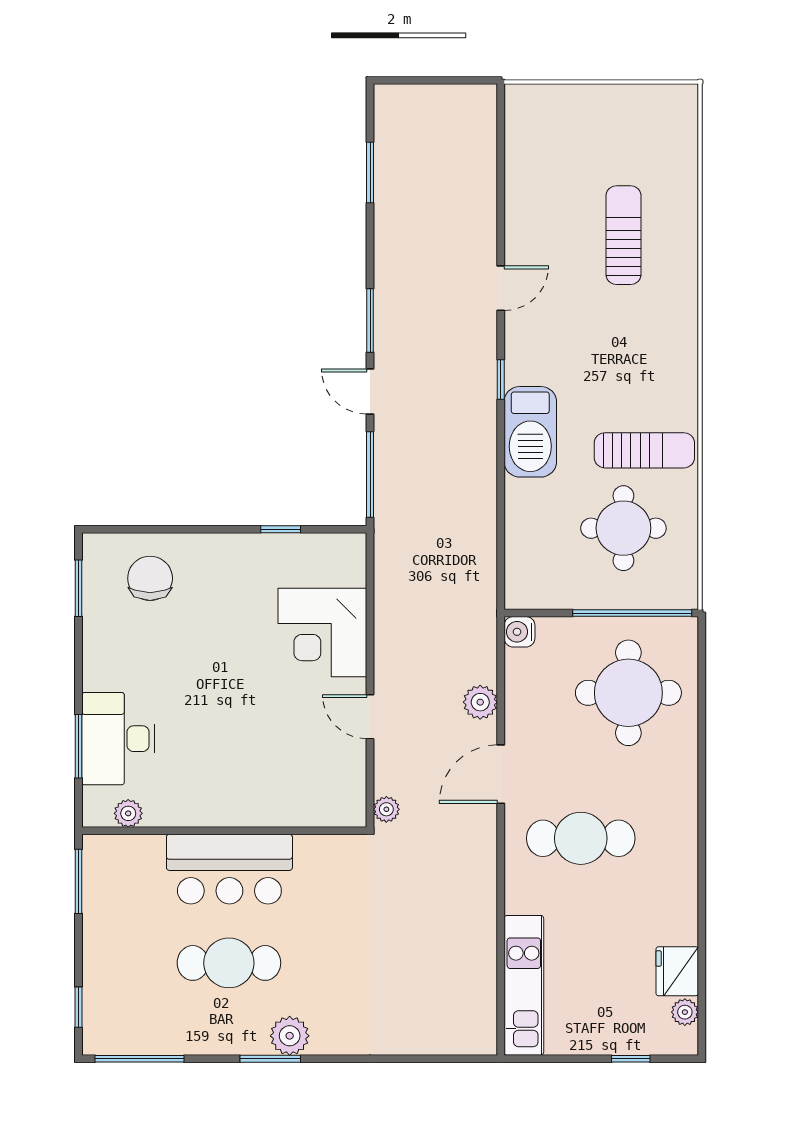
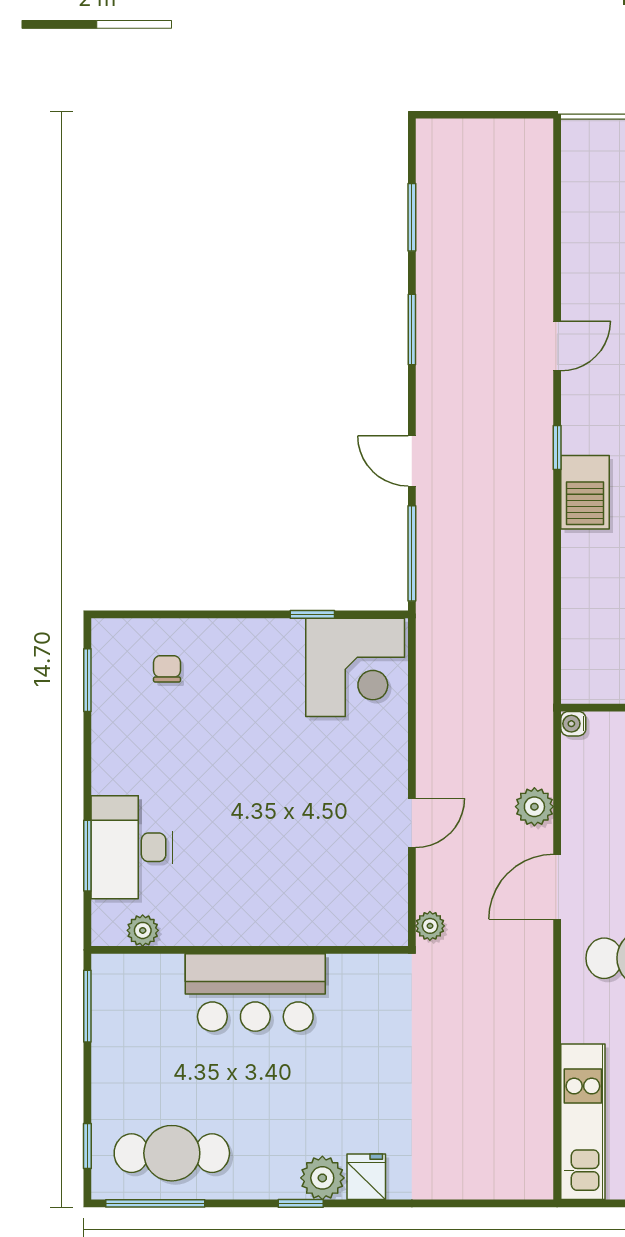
window: (370, 321) -> (412, 329), moved
barbecue: (530, 432) -> (585, 492), width x0.73, depth x0.83
chair: (150, 578) -> (167, 669), width x0.54, depth x0.54
corner desk: (322, 632) -> (355, 667), moved, turned -90
water cooler: (519, 632) -> (573, 724), width x0.72, depth x0.72
door: (370, 717) -> (412, 823), swing flipped
cafe table: (229, 963) -> (172, 1153), moved
fridge: (329, 1035) -> (366, 1177), added
window: (270, 1059) -> (301, 1203), width x0.67

